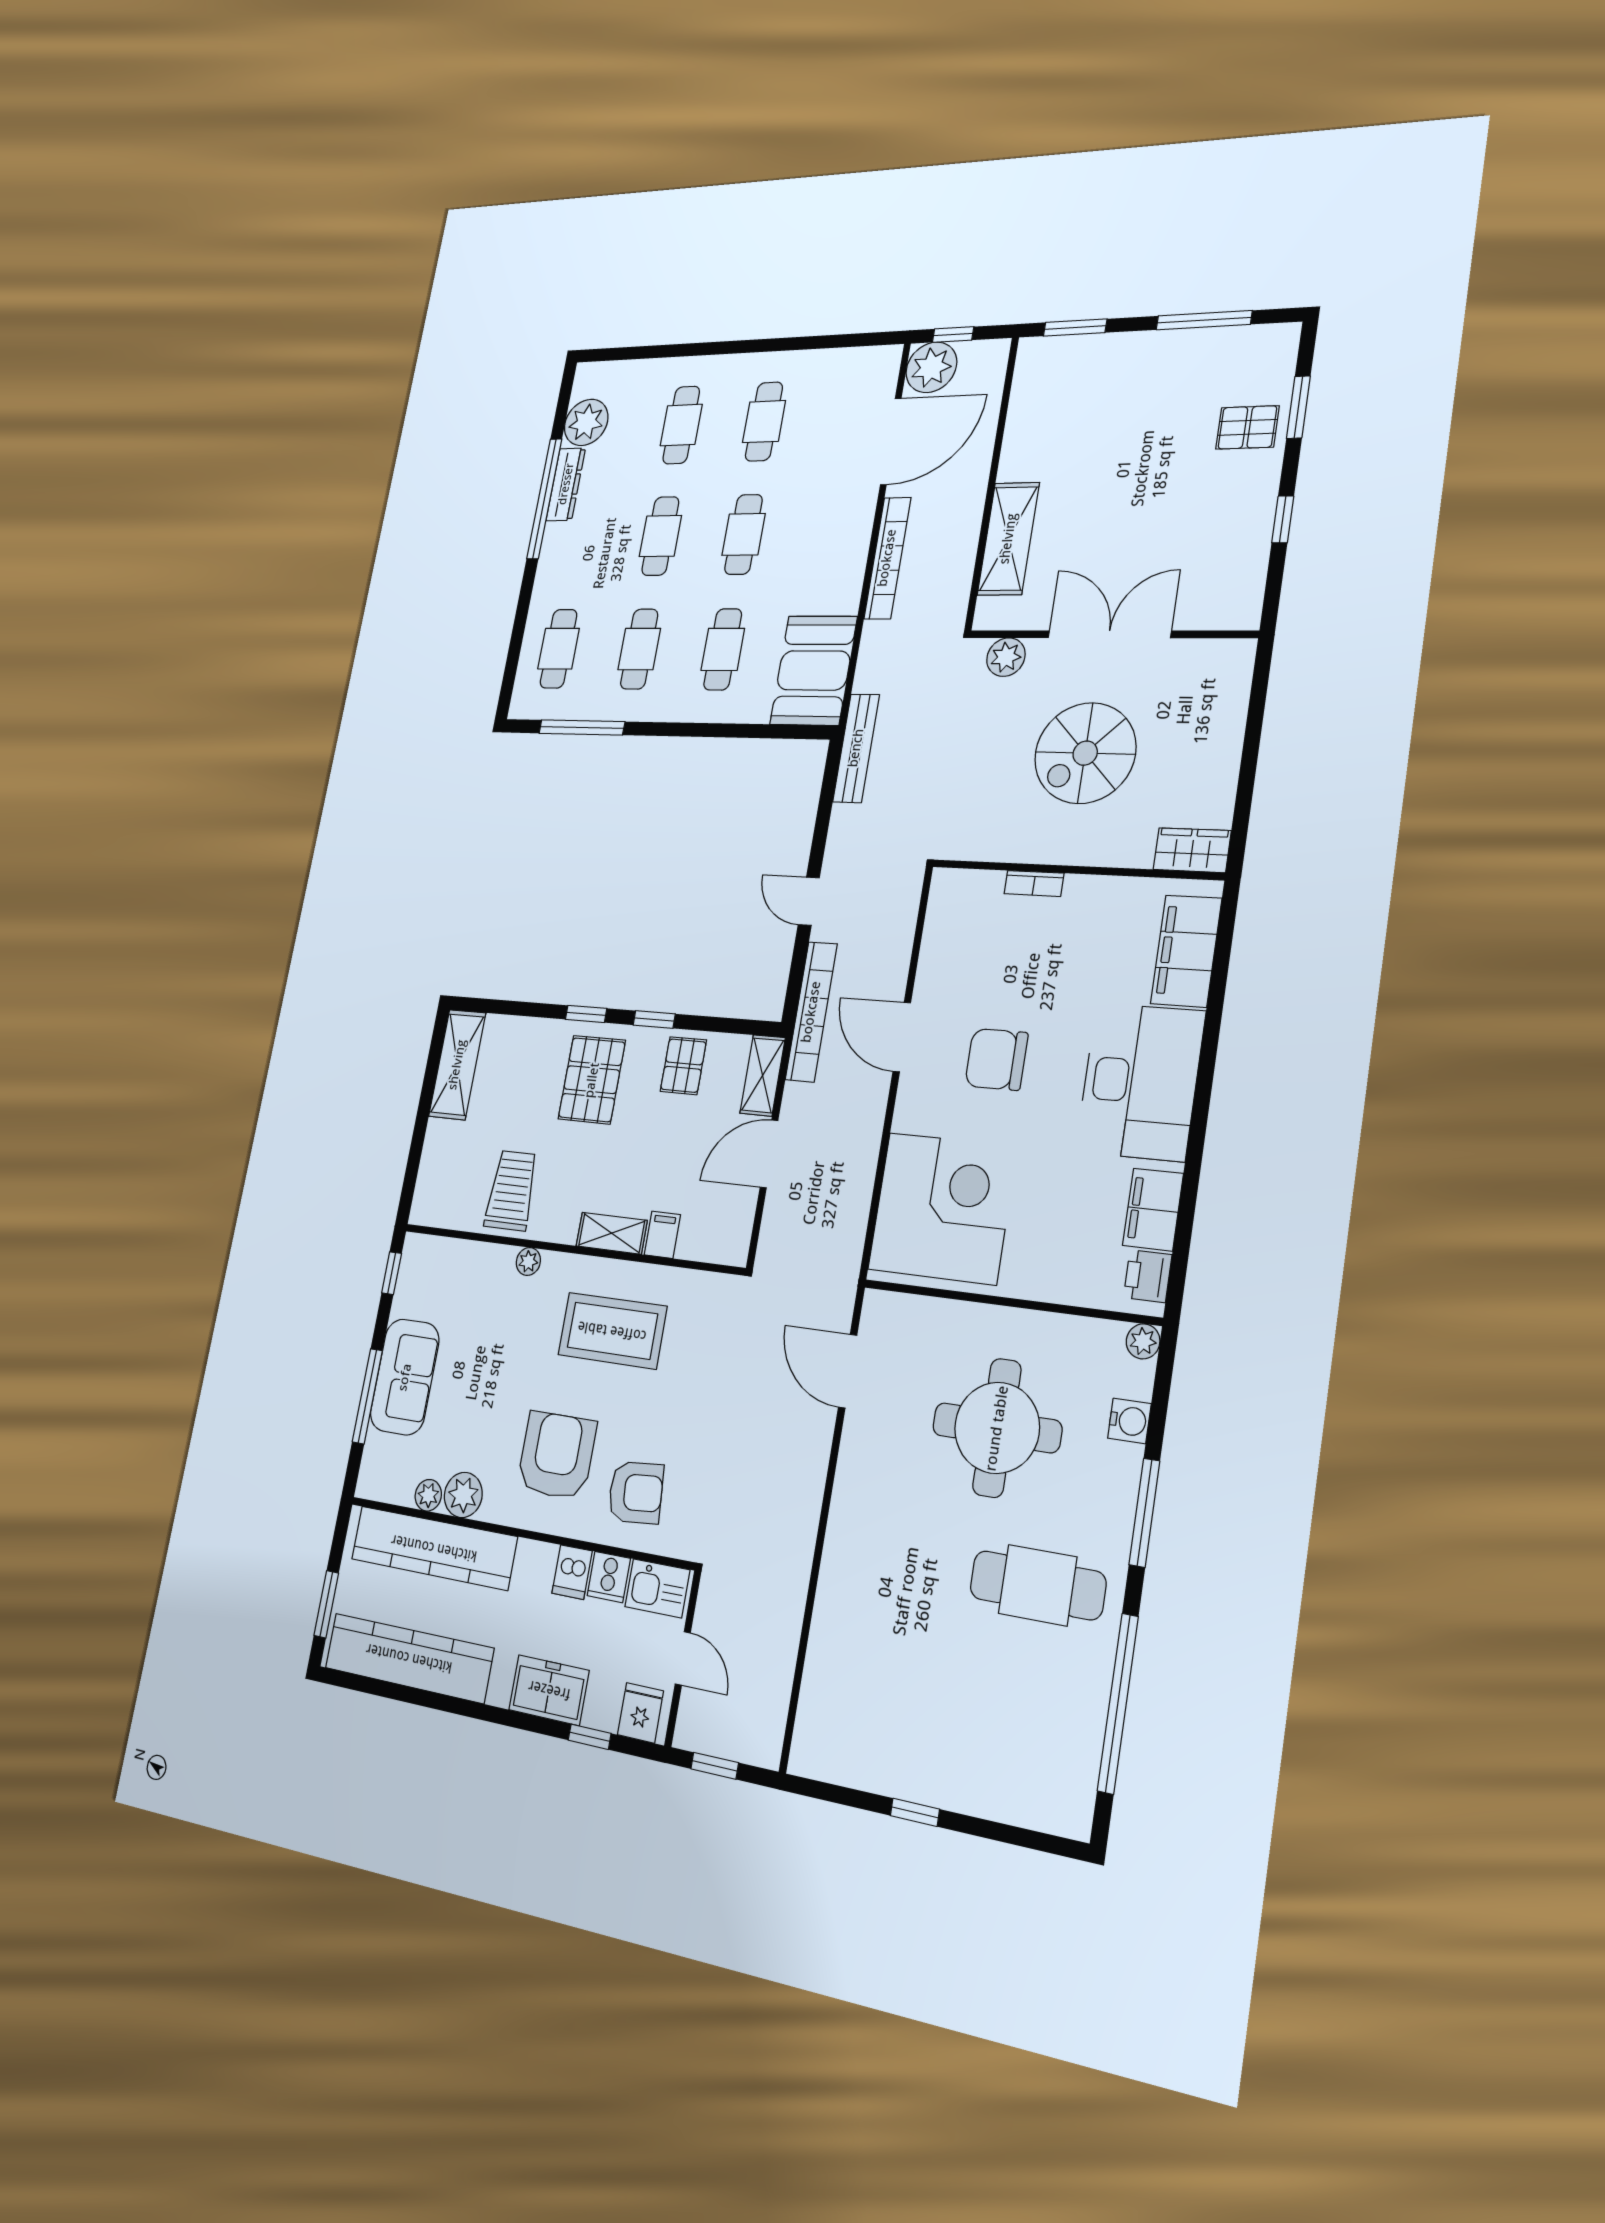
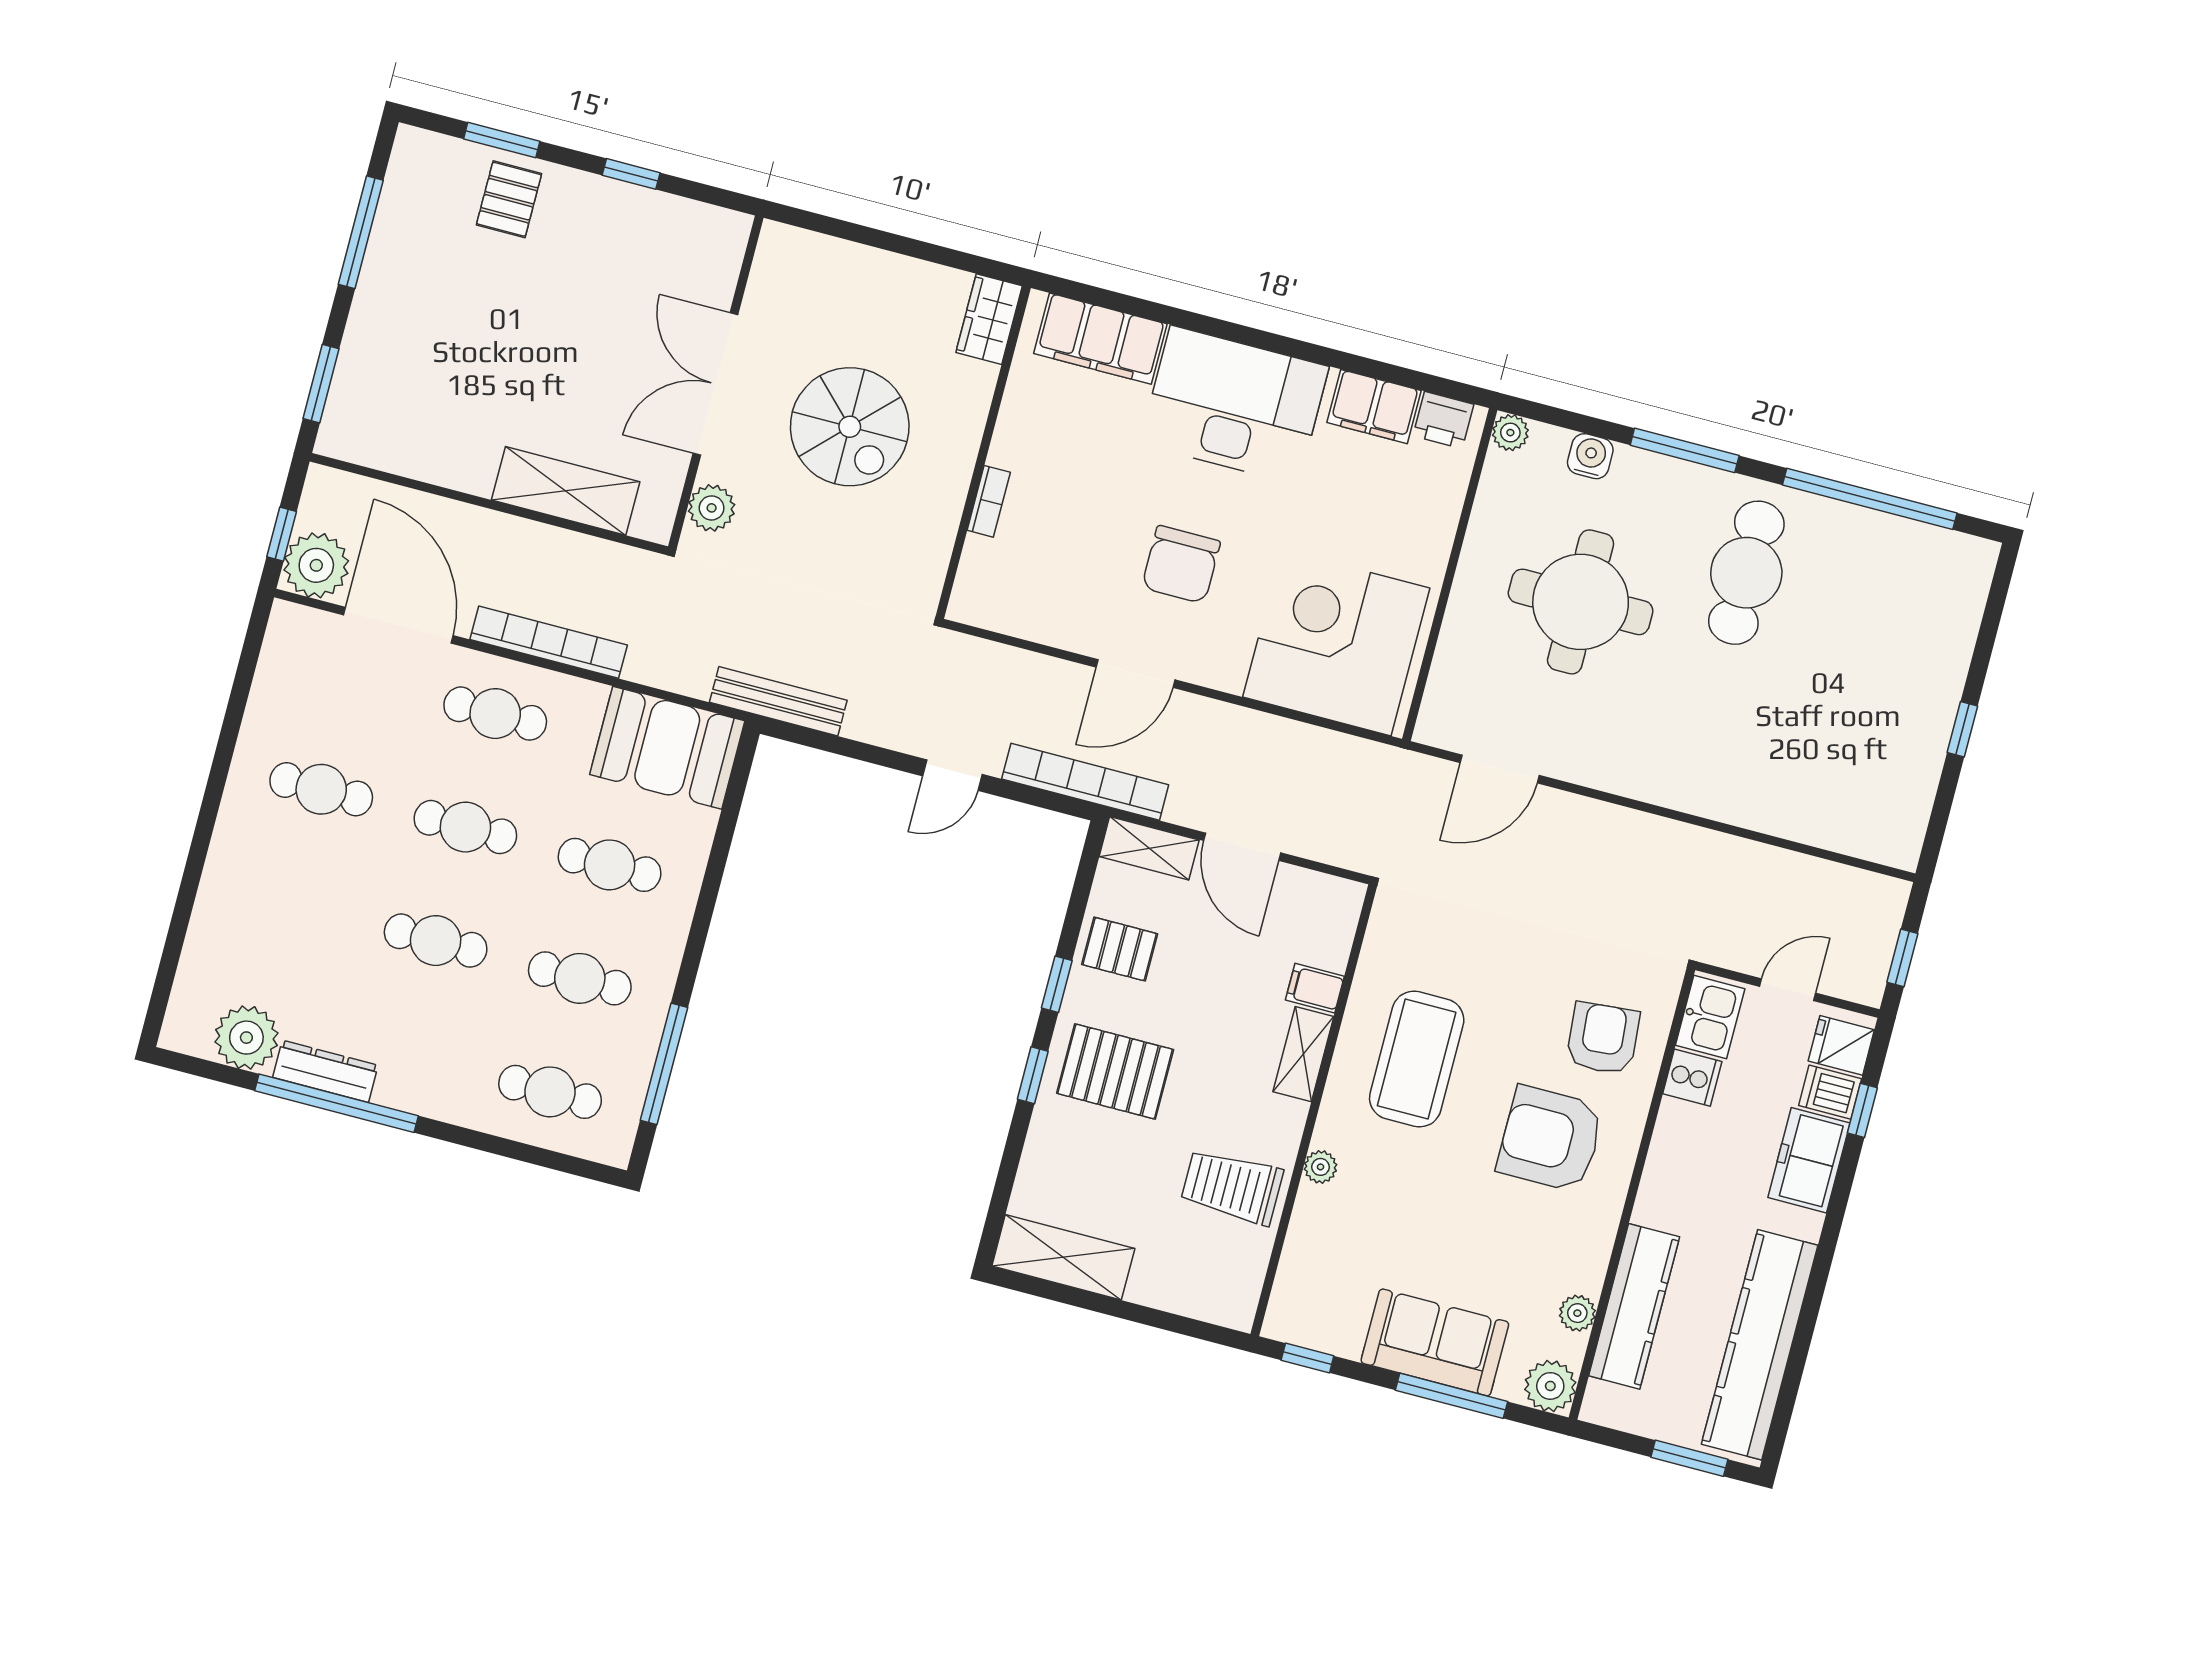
cafe table: (681, 425) -> (495, 714), moved
plant: (463, 1495) -> (1550, 1386), moved
kitchen counter: (434, 1548) -> (1634, 1306), width x0.72, depth x0.86
dishwasher: (572, 1572) -> (1830, 1092), moved, turned 180

